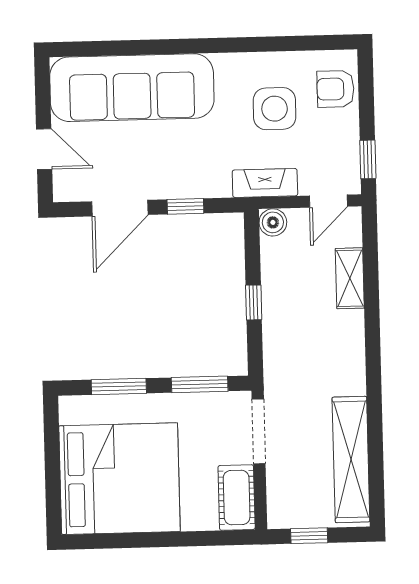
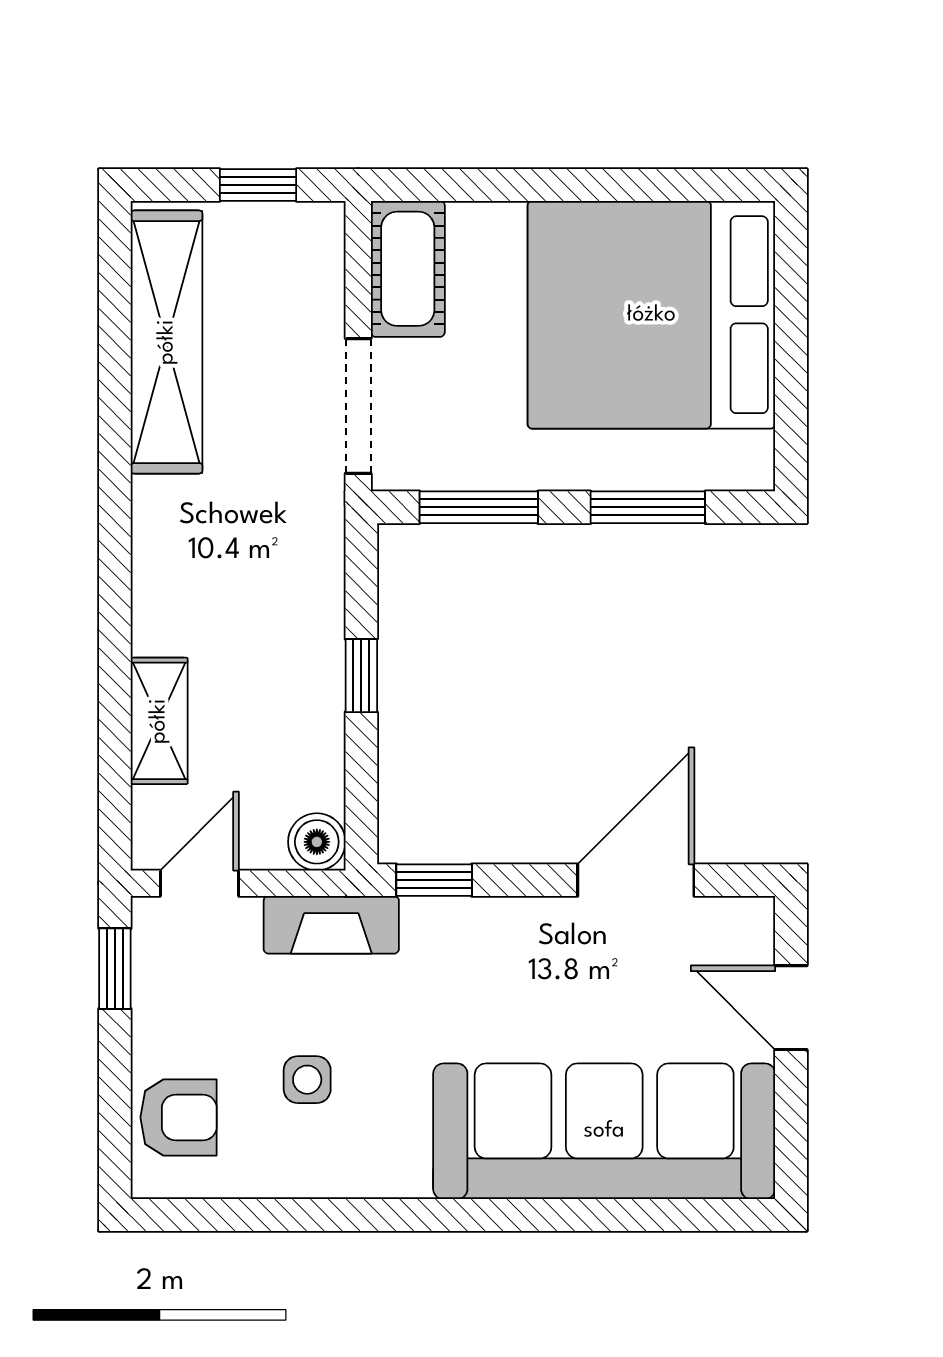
side table: (275, 109) -> (307, 1080), width x0.54, depth x0.54
window: (185, 206) -> (434, 880), moved

